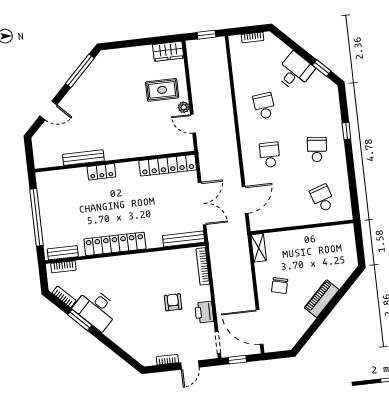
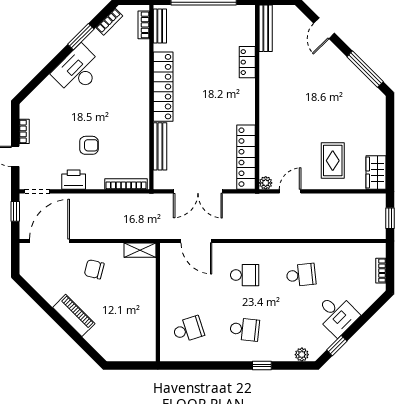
plant: (333, 98) -> (302, 355), added
plant: (184, 107) -> (266, 183), moved
bench: (83, 158) -> (266, 28), moved
locker: (101, 172) -> (247, 62), moved
bench: (184, 239) -> (160, 146), moved
desk: (96, 309) -> (78, 70), moved

